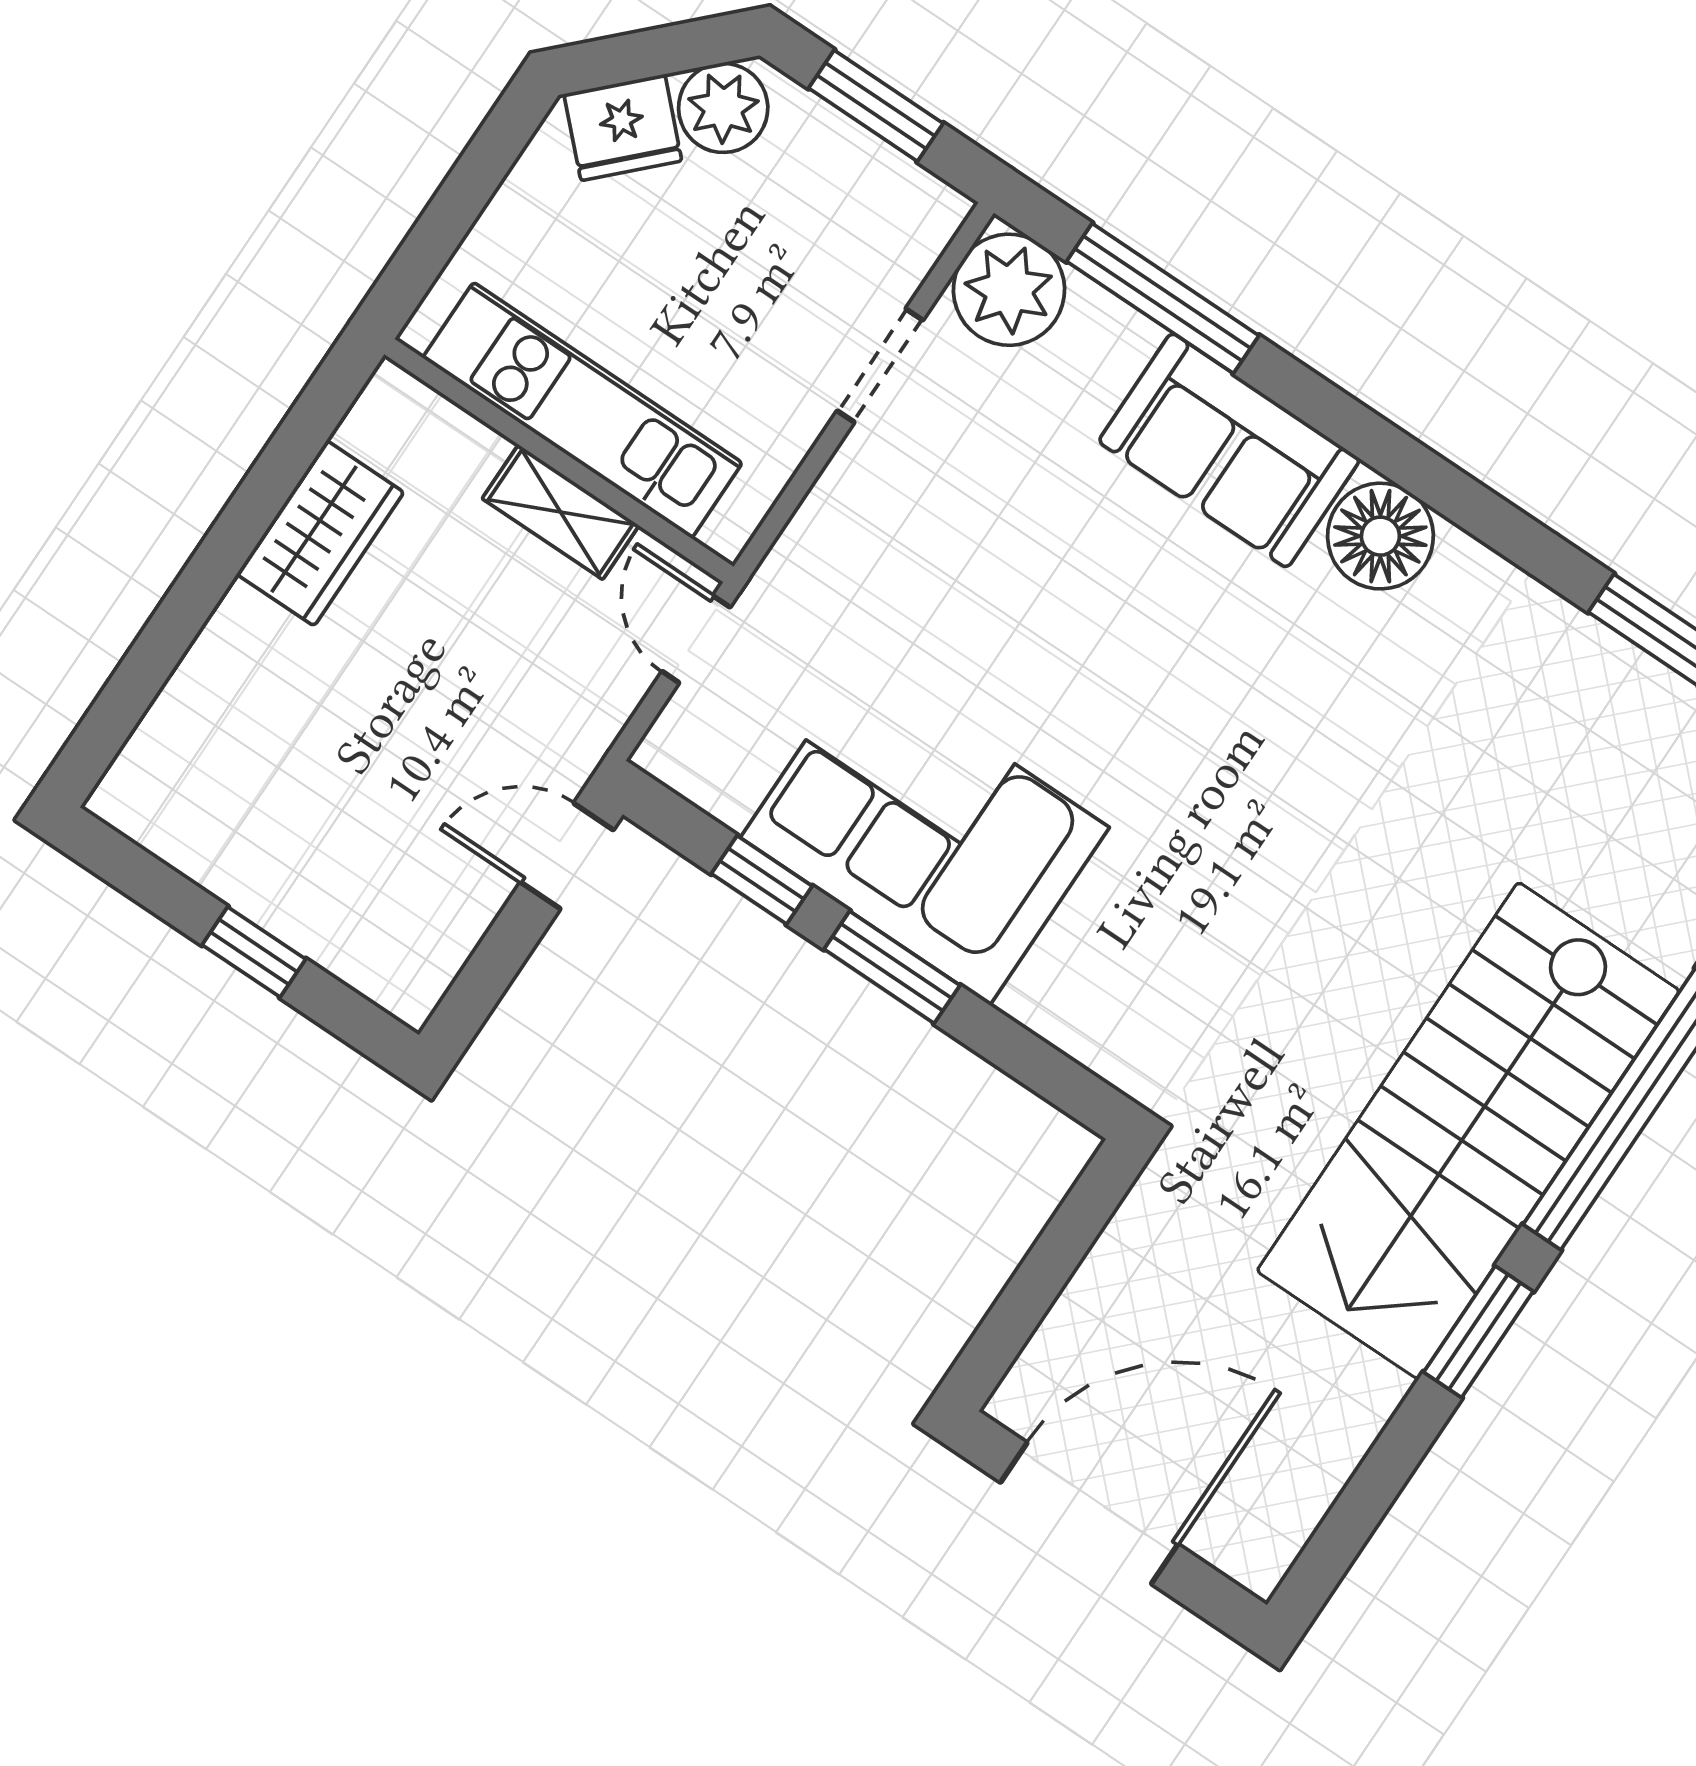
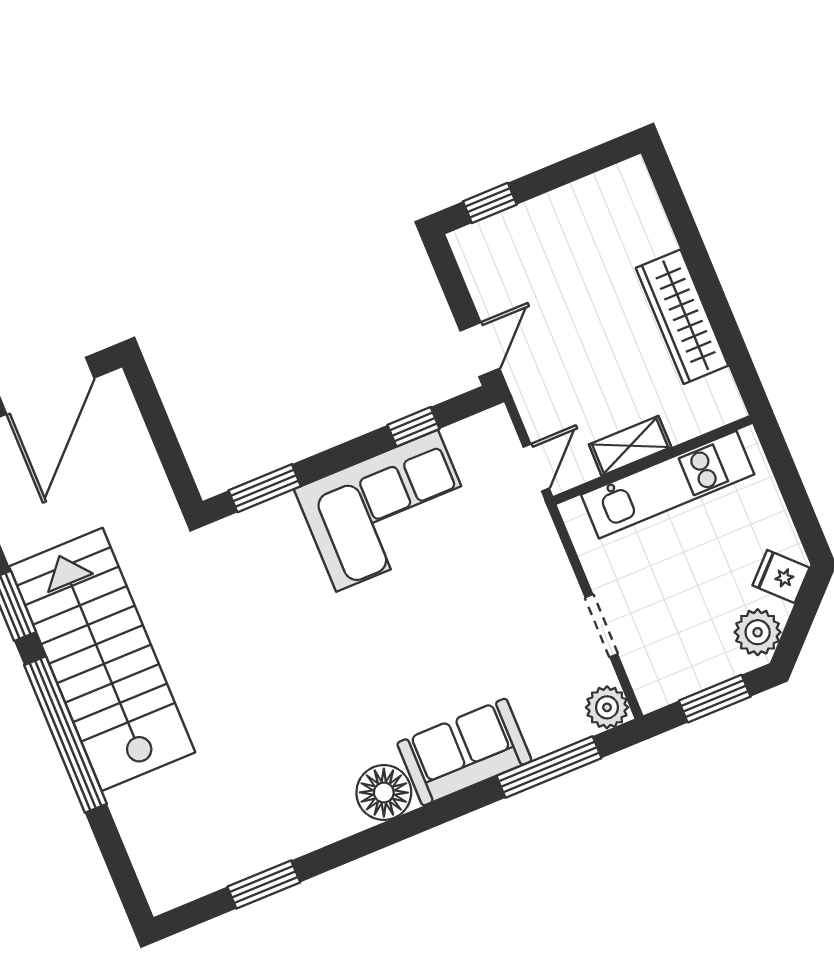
fridge: (623, 127) -> (781, 576), width x0.72
plant: (1009, 290) -> (607, 707), width x0.73, depth x0.73
wardrobe: (320, 533) -> (682, 317), width x1.50
door: (696, 639) -> (536, 468), hinge flipped
window: (254, 952) -> (490, 203), moved
window: (892, 967) -> (265, 488), moved

